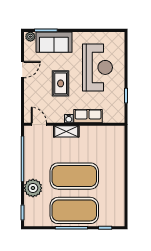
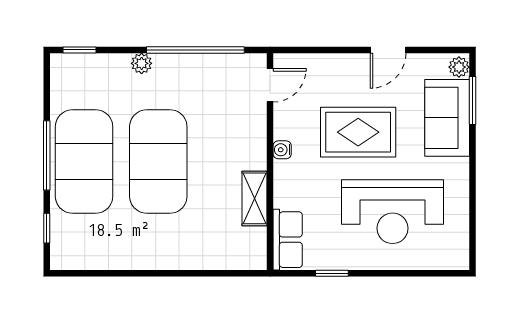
door: (22, 69) -> (388, 50), hinge flipped
rug: (61, 83) -> (358, 132), width x1.36, depth x1.43
row of seats: (88, 116) -> (288, 240), moved
shelving: (66, 131) -> (254, 198), moved
plant: (33, 188) -> (142, 63), width x0.53, depth x0.53

